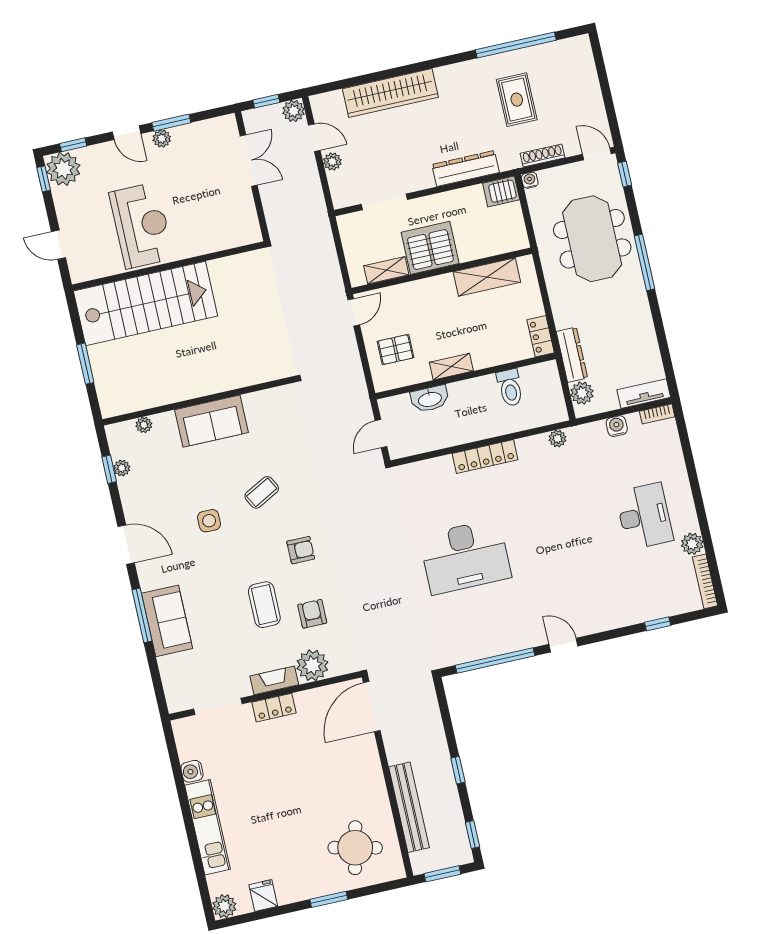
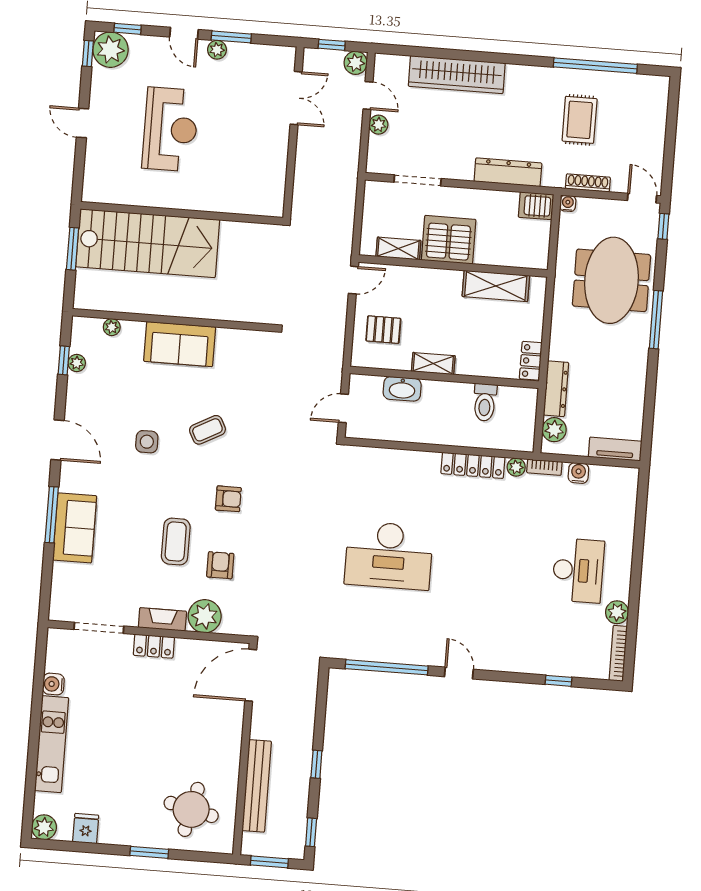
wall: (168, 266) -> (182, 213), moved
stairs: (146, 303) -> (148, 243), moved
bookcase: (657, 414) -> (544, 467), moved
locker: (485, 457) -> (473, 465), moved

